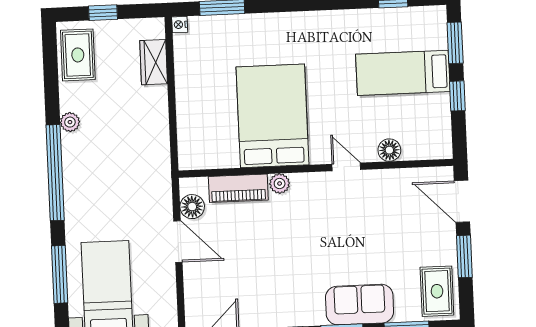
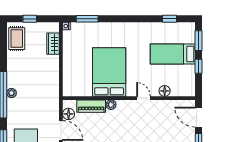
plant: (70, 122) -> (12, 93), moved

